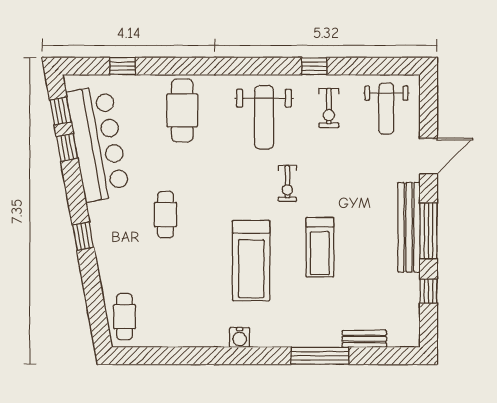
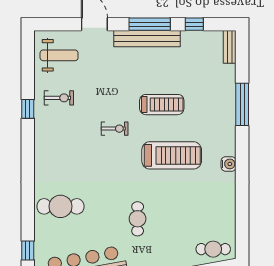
weight bench: (264, 117) -> (66, 146), removed
cafe table: (166, 215) -> (138, 219), turned 90
bench: (364, 339) -> (230, 47), moved

